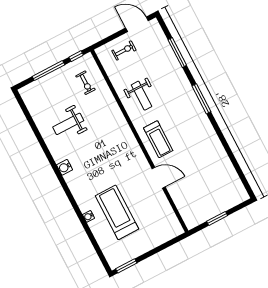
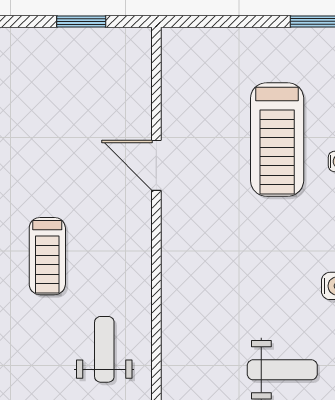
treadmill: (158, 139) -> (47, 256), moved, turned 180

